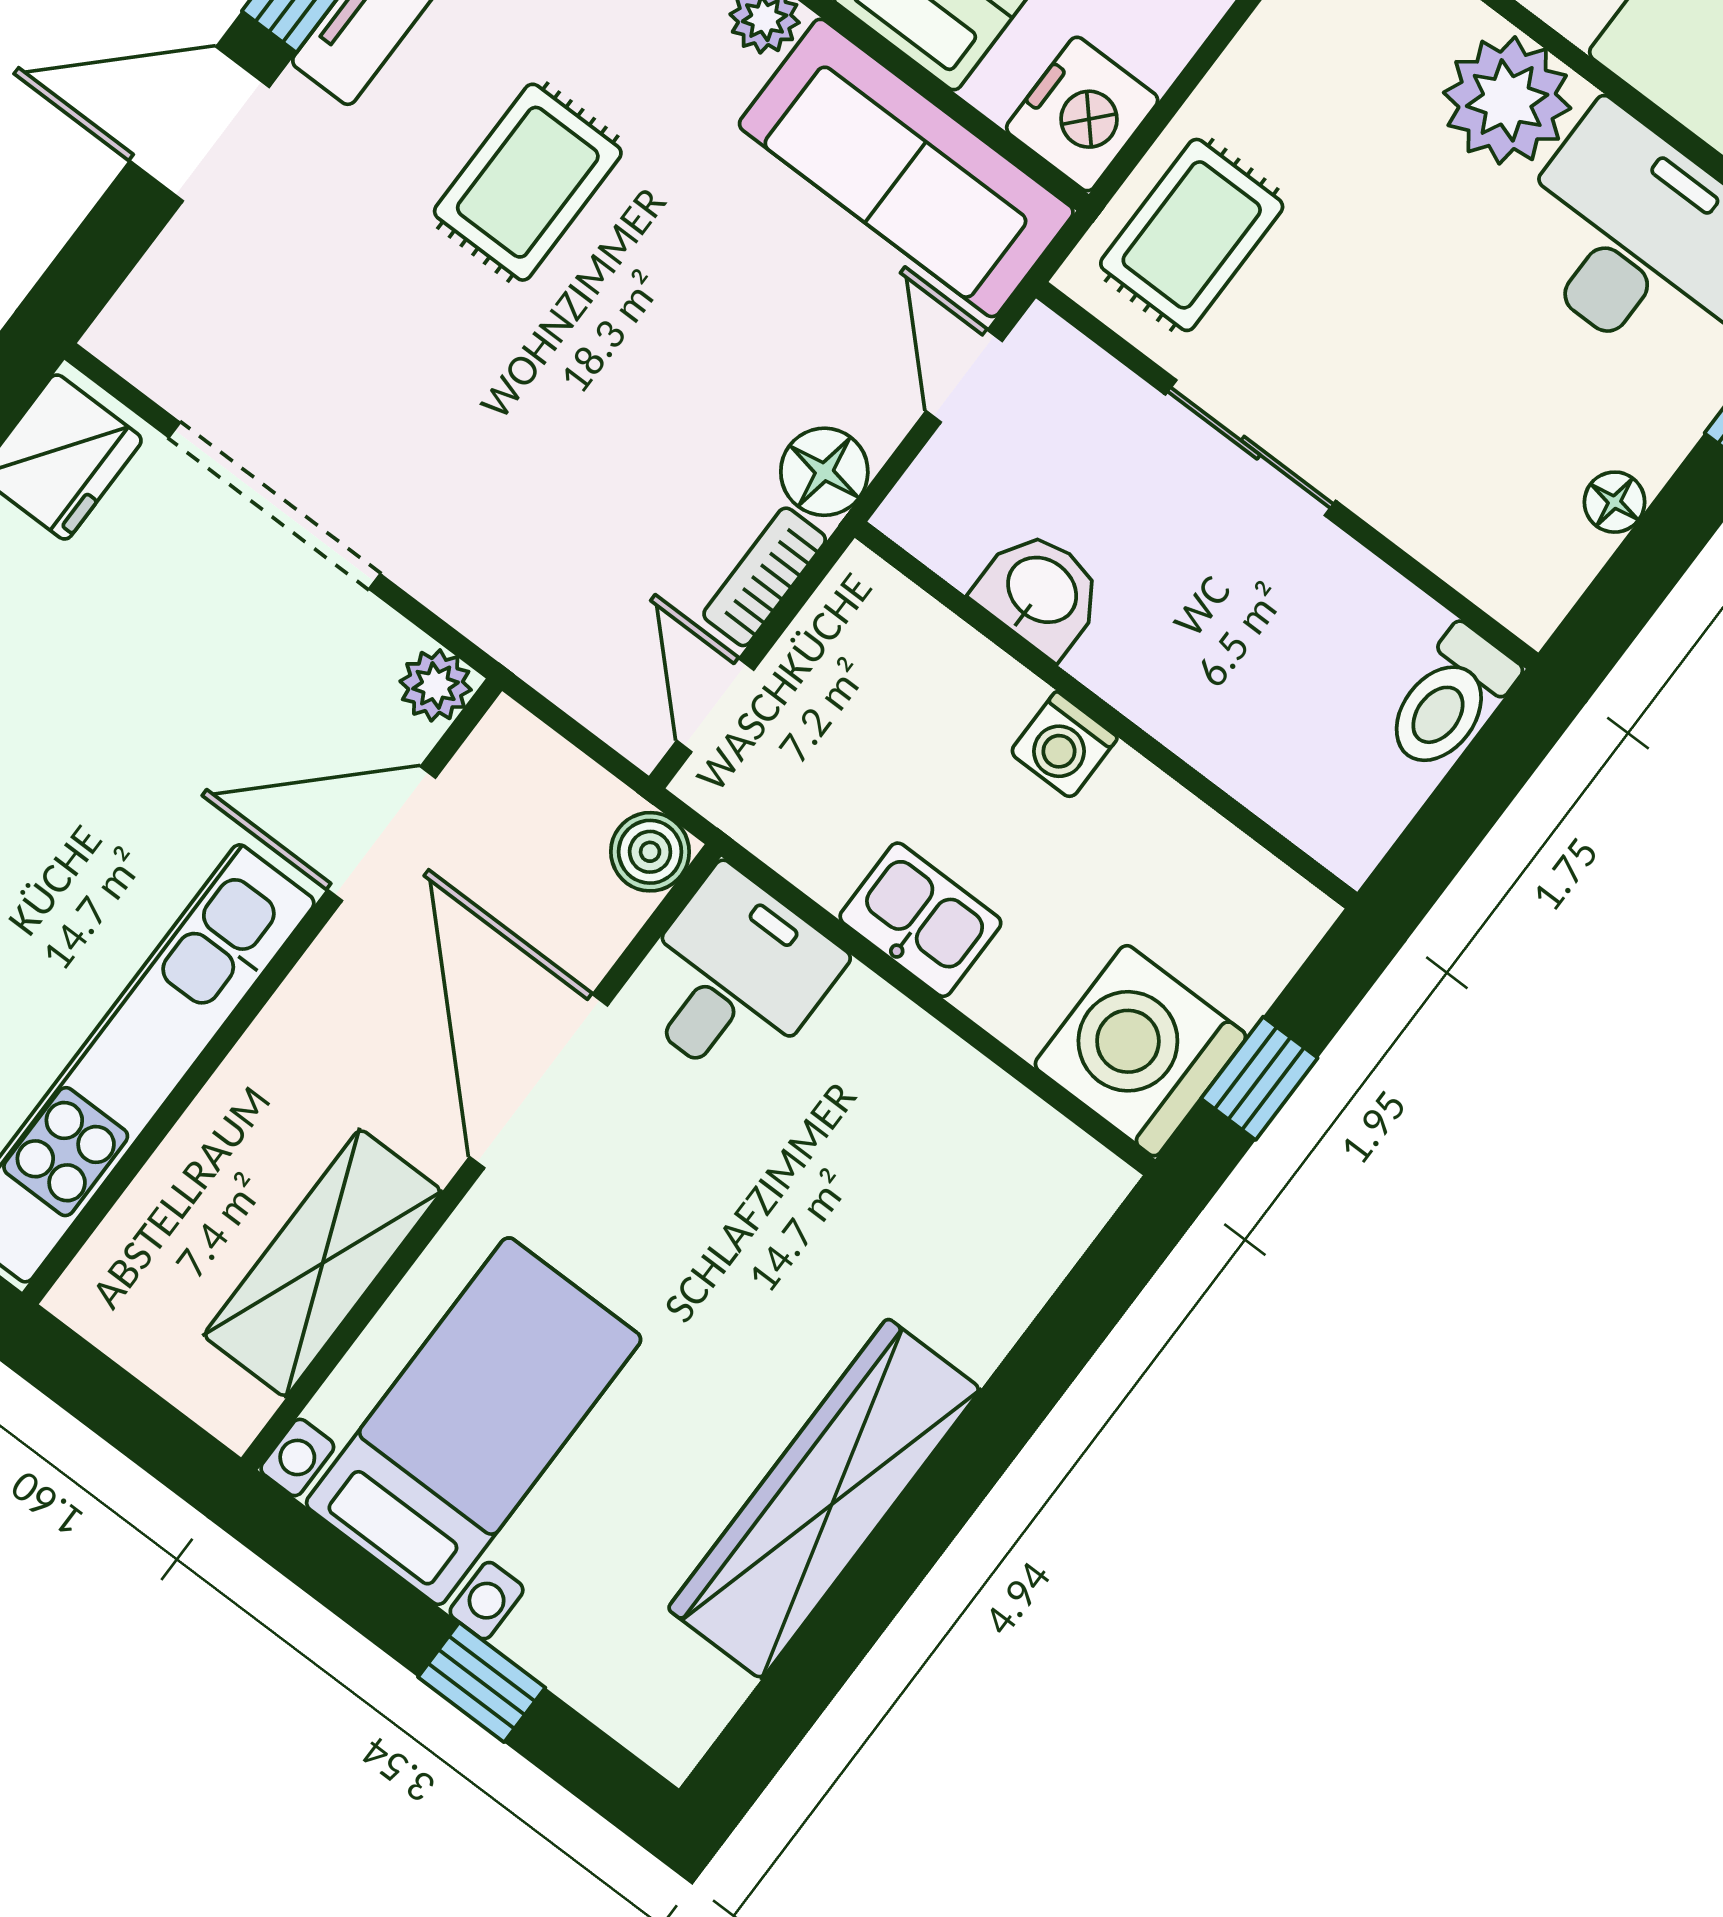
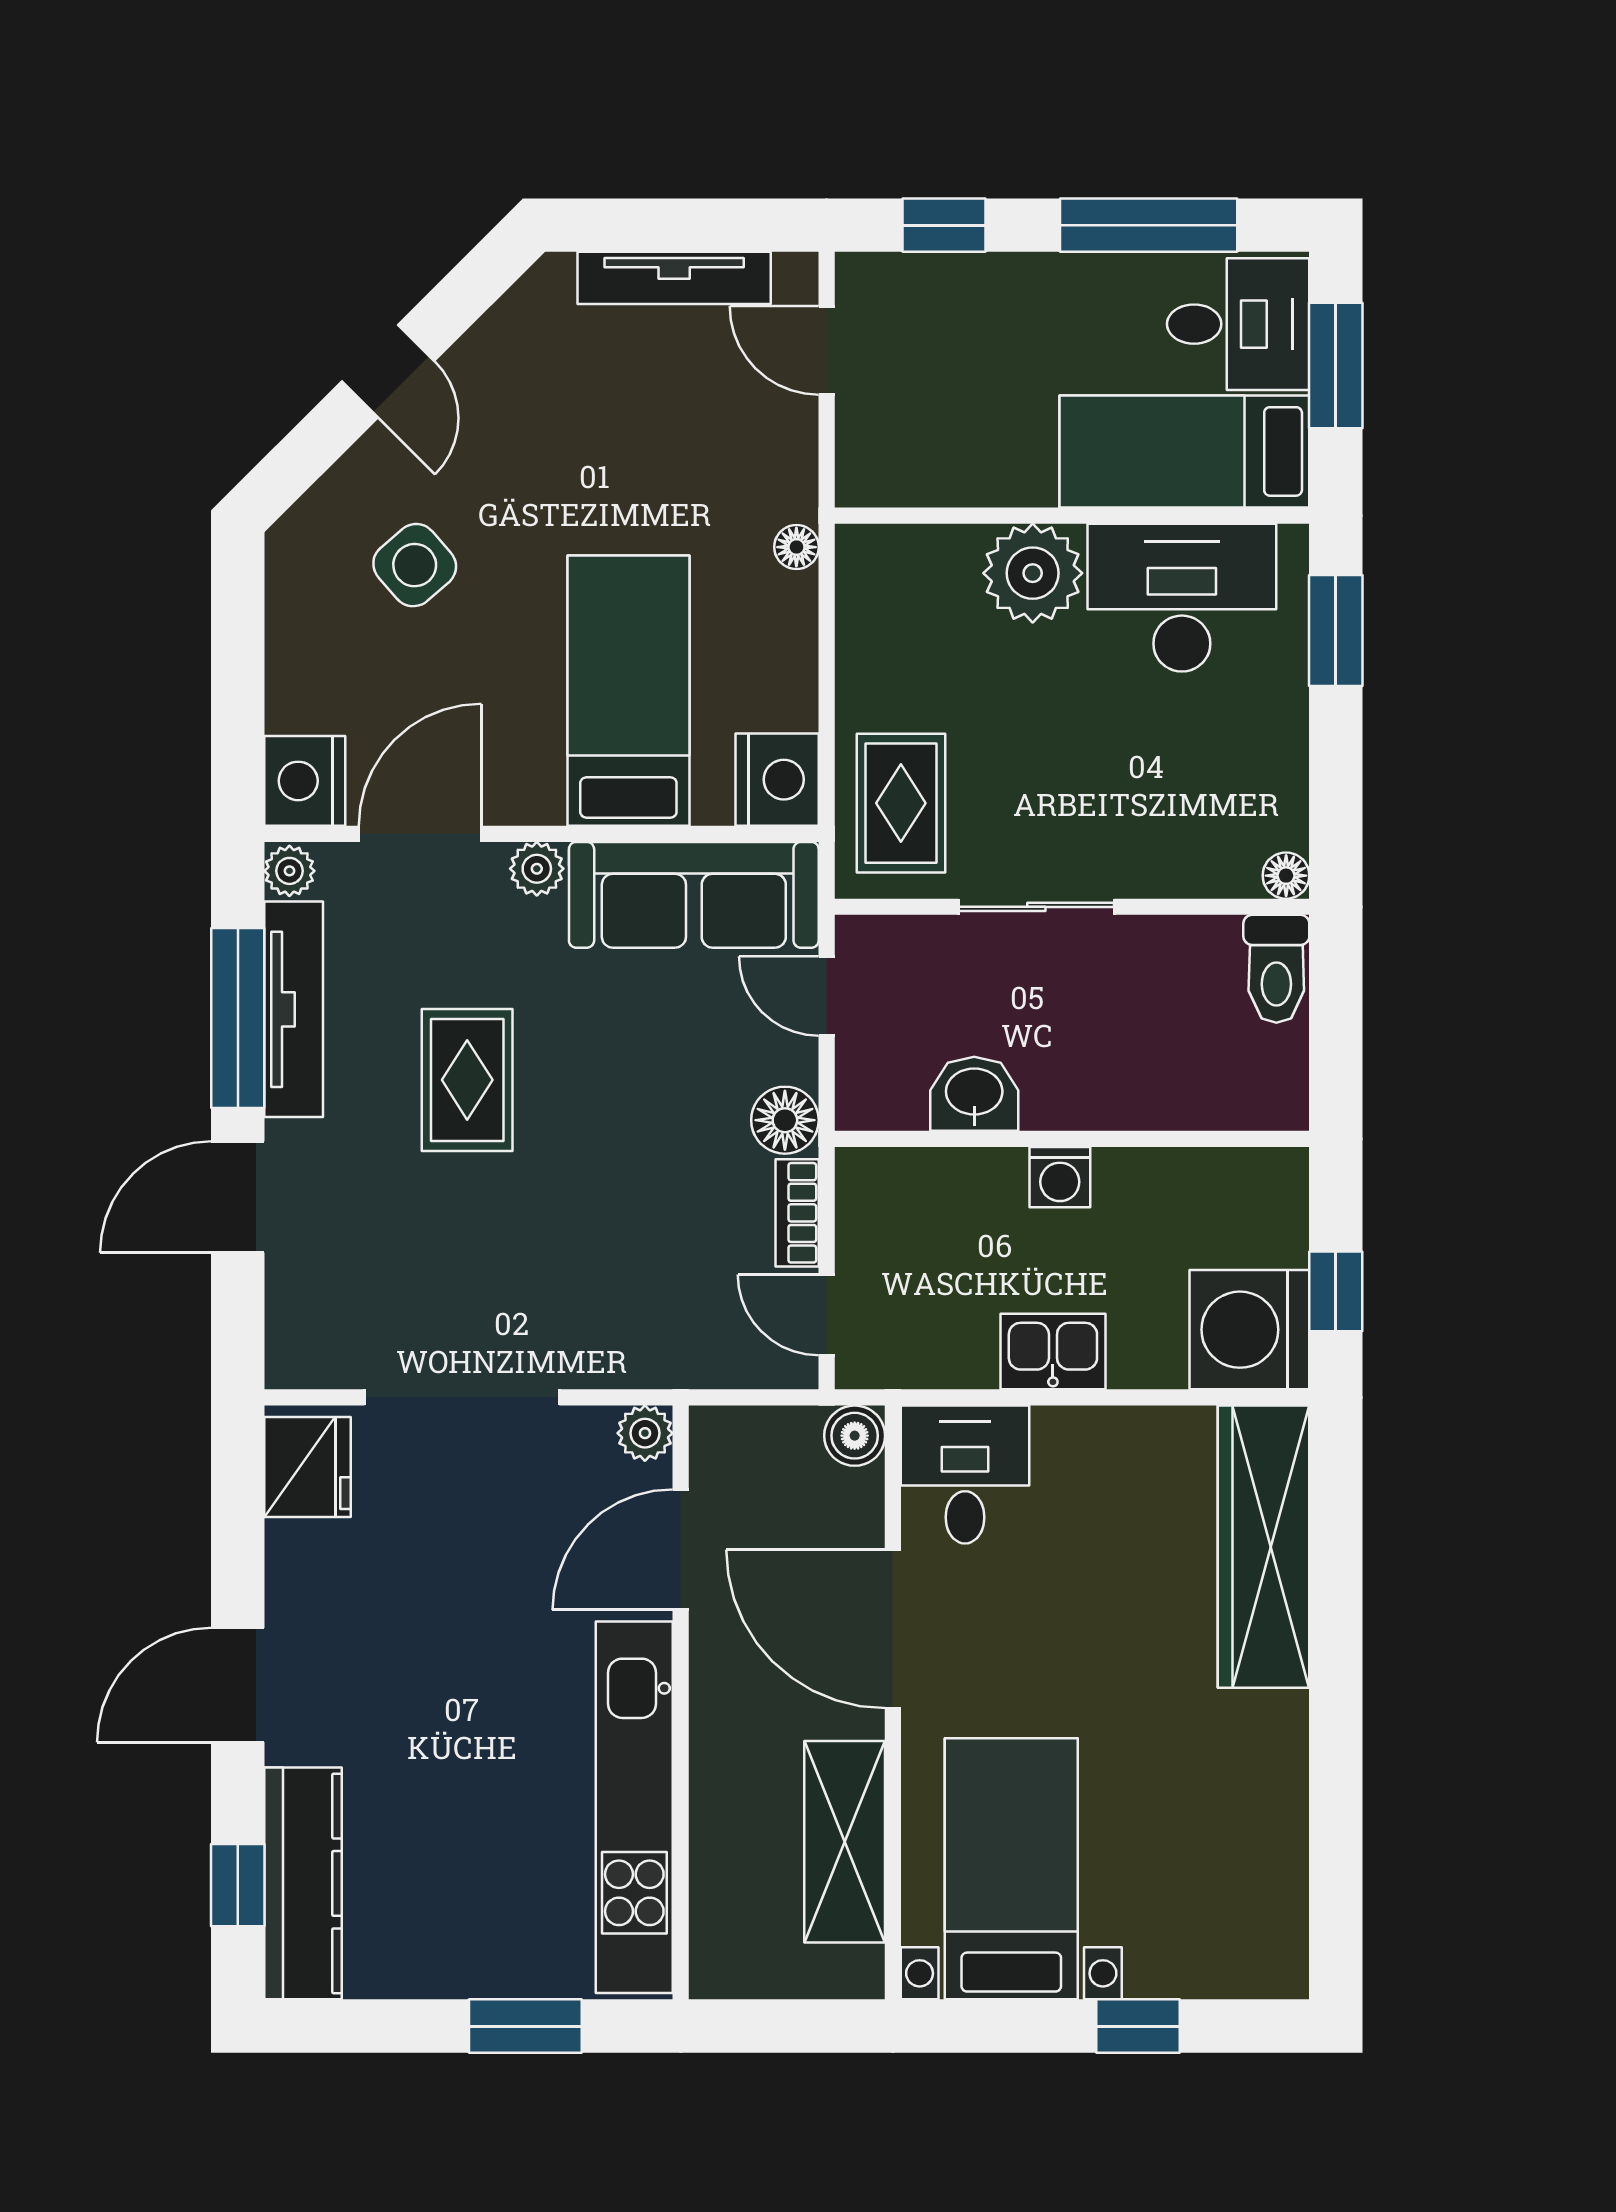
floor lamp: (1614, 502) -> (1286, 876), moved
wardrobe: (824, 1499) -> (1264, 1547), moved

